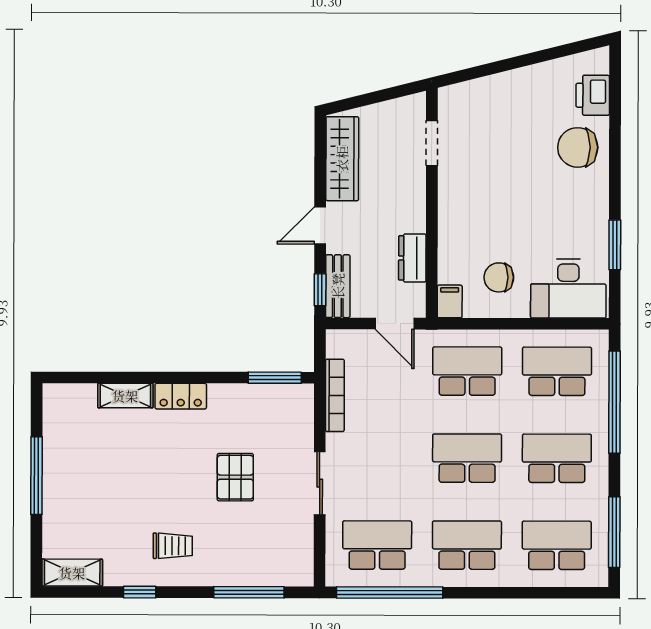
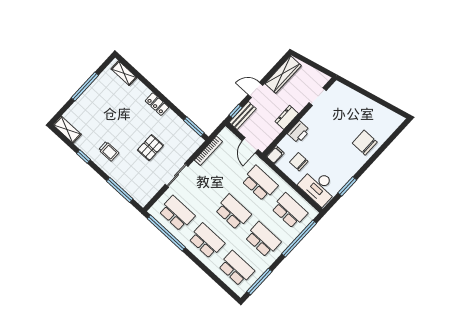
printer: (593, 95) -> (299, 132), moved, turned 180
dresser: (412, 258) -> (287, 117), moved
shelving: (125, 396) -> (124, 73), moved

